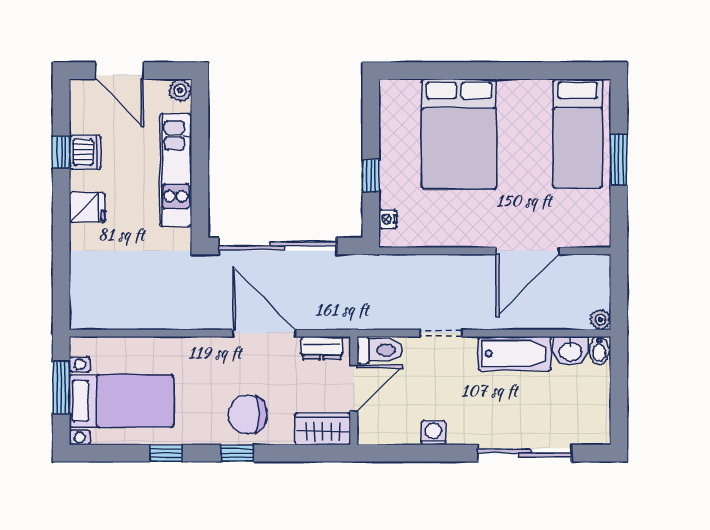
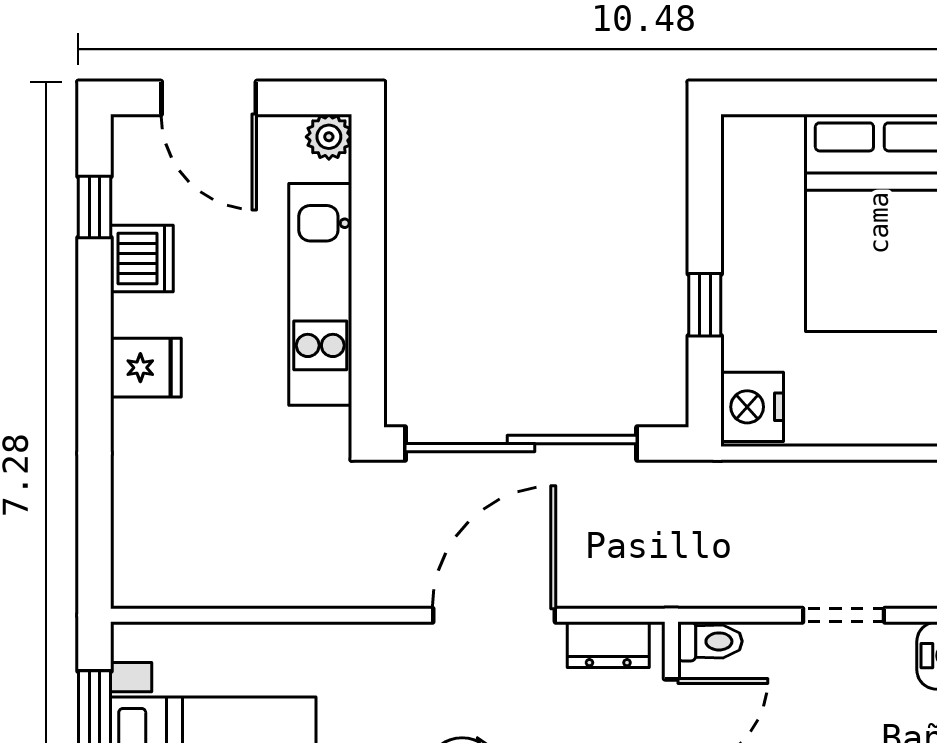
window: (61, 152) -> (94, 207), moved
nightstand: (388, 219) -> (752, 407), width x1.89, depth x1.79
door: (264, 333) -> (494, 615), hinge flipped
toilet: (380, 350) -> (710, 641), width x0.73, depth x0.72

